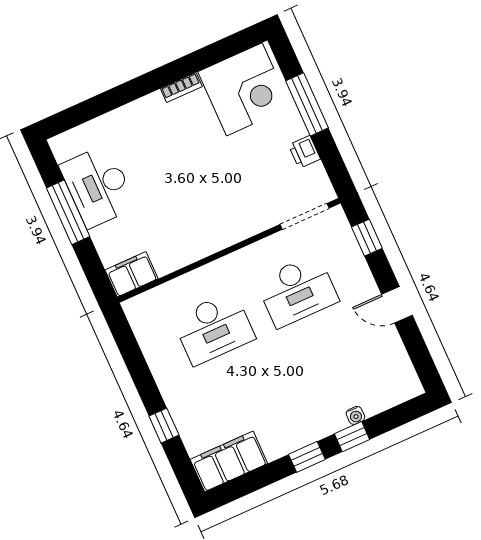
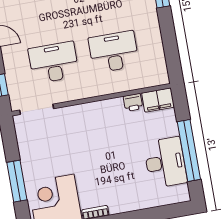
printer: (304, 152) -> (133, 102), moved, turned 90
window: (68, 212) -> (189, 151), width x1.46

